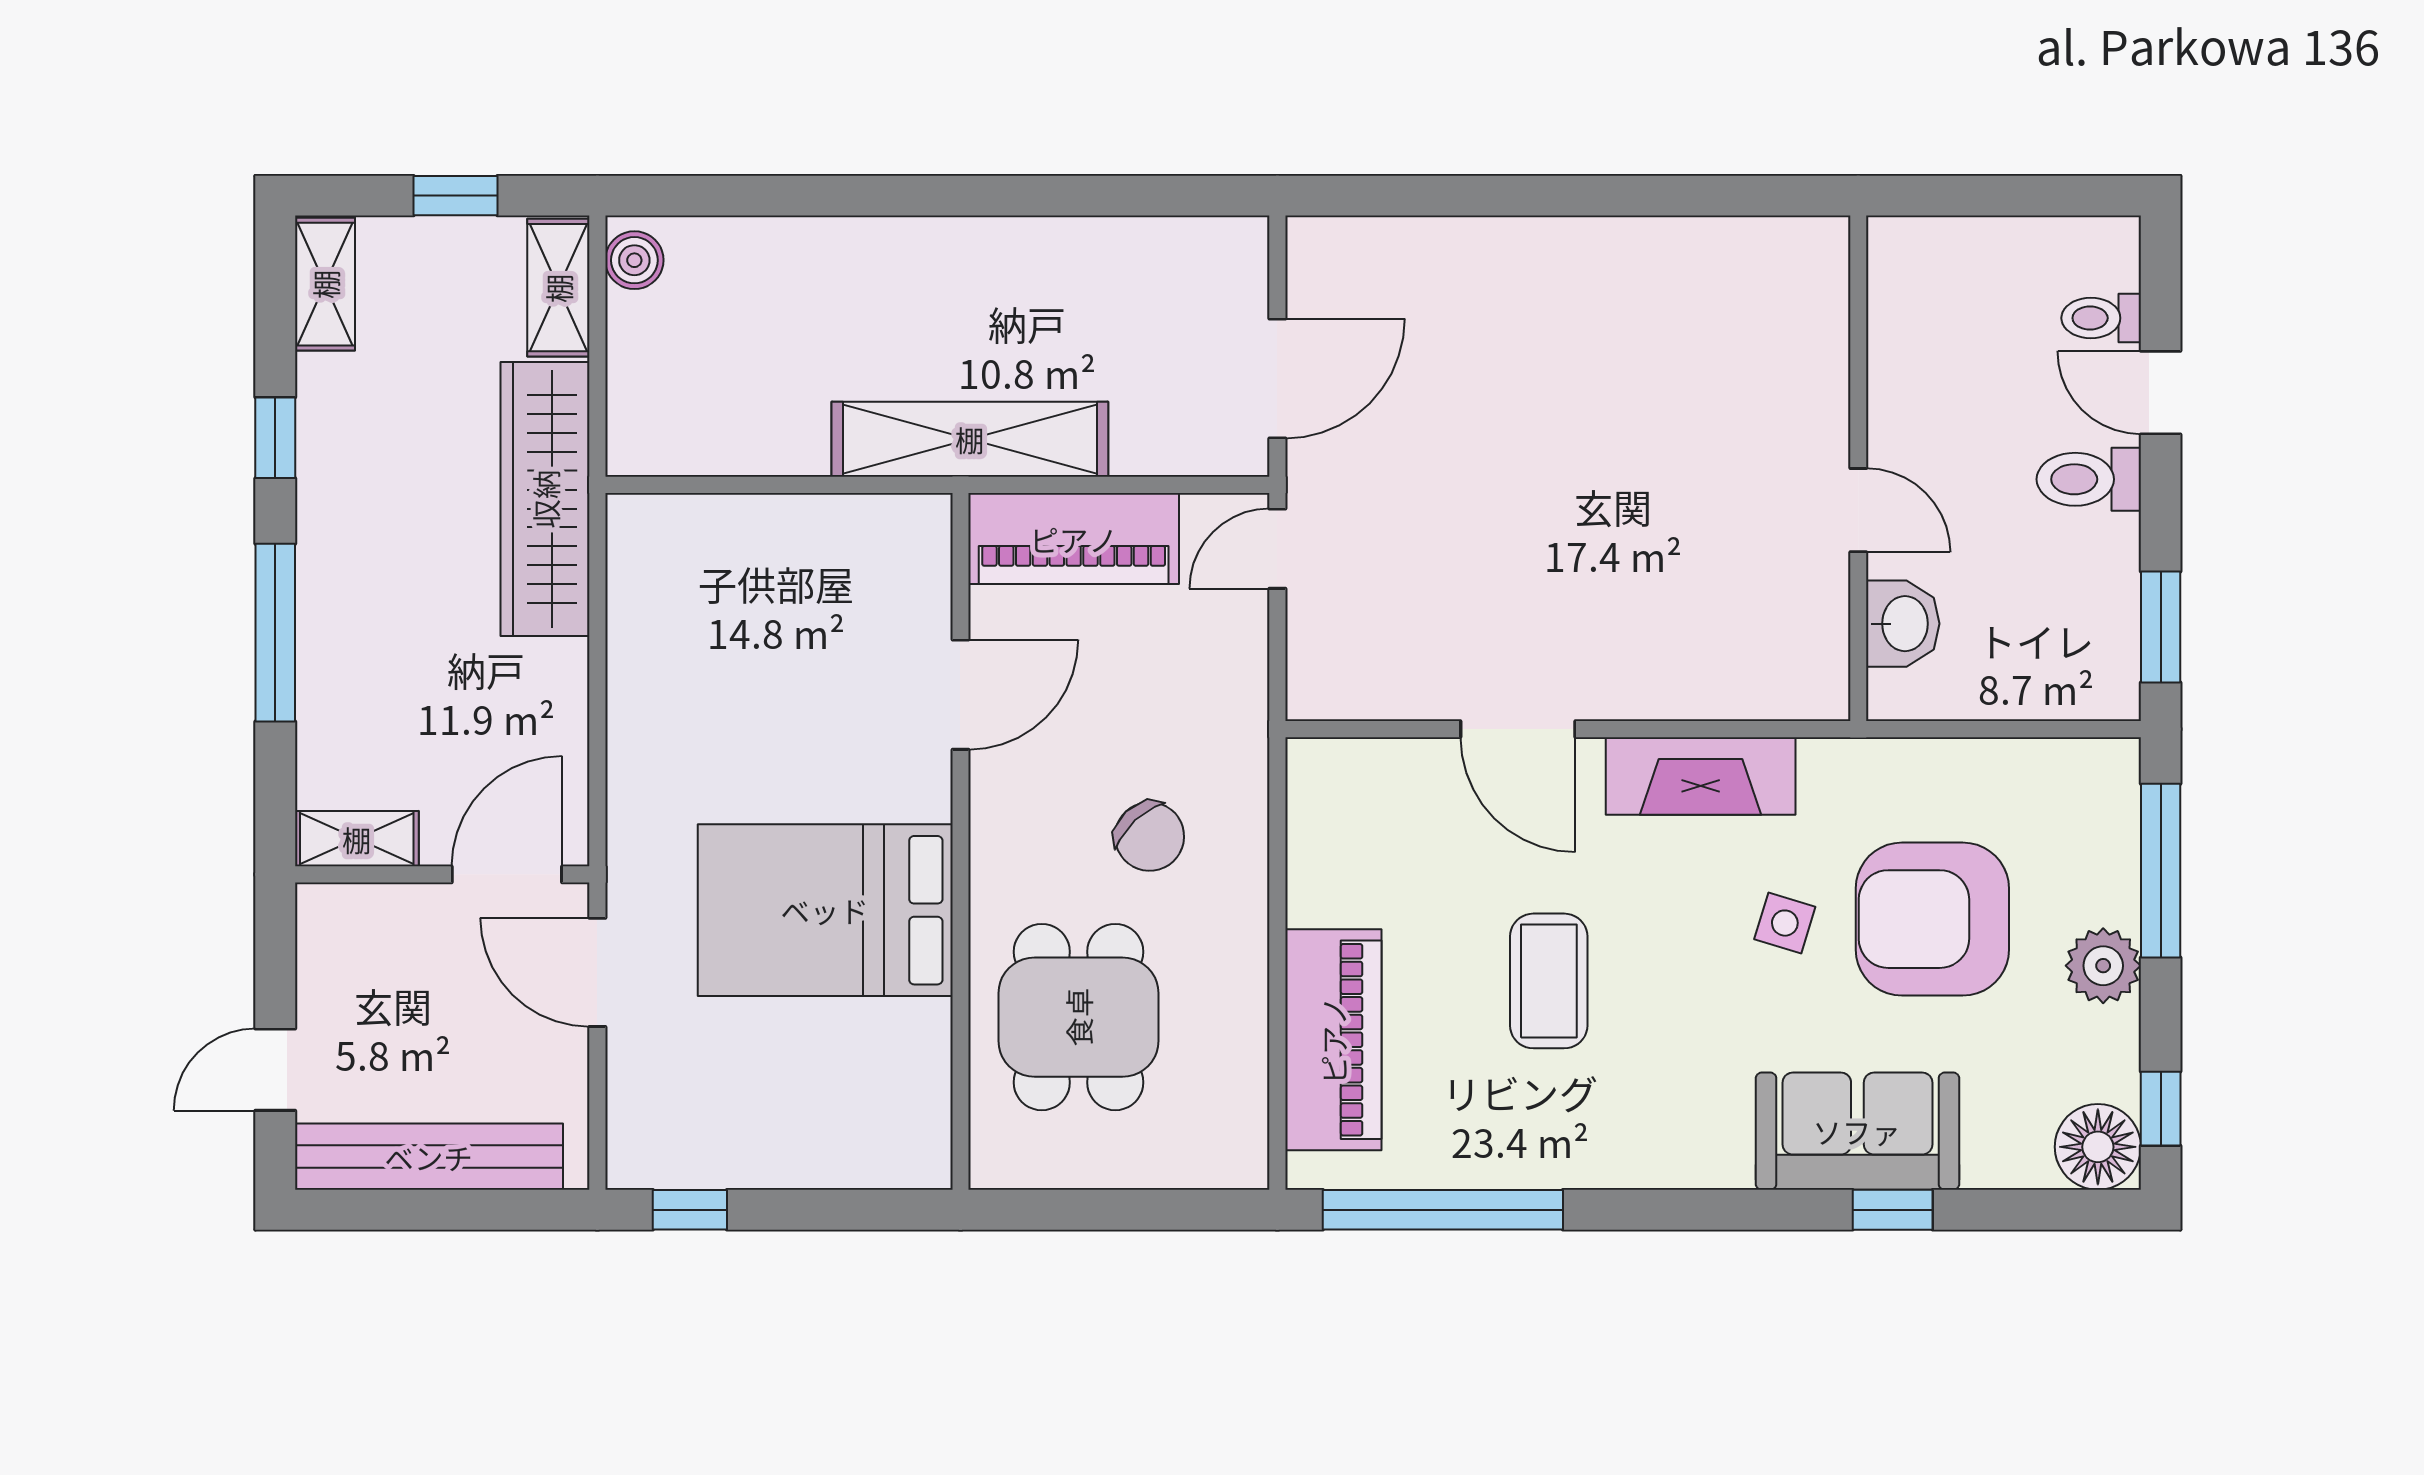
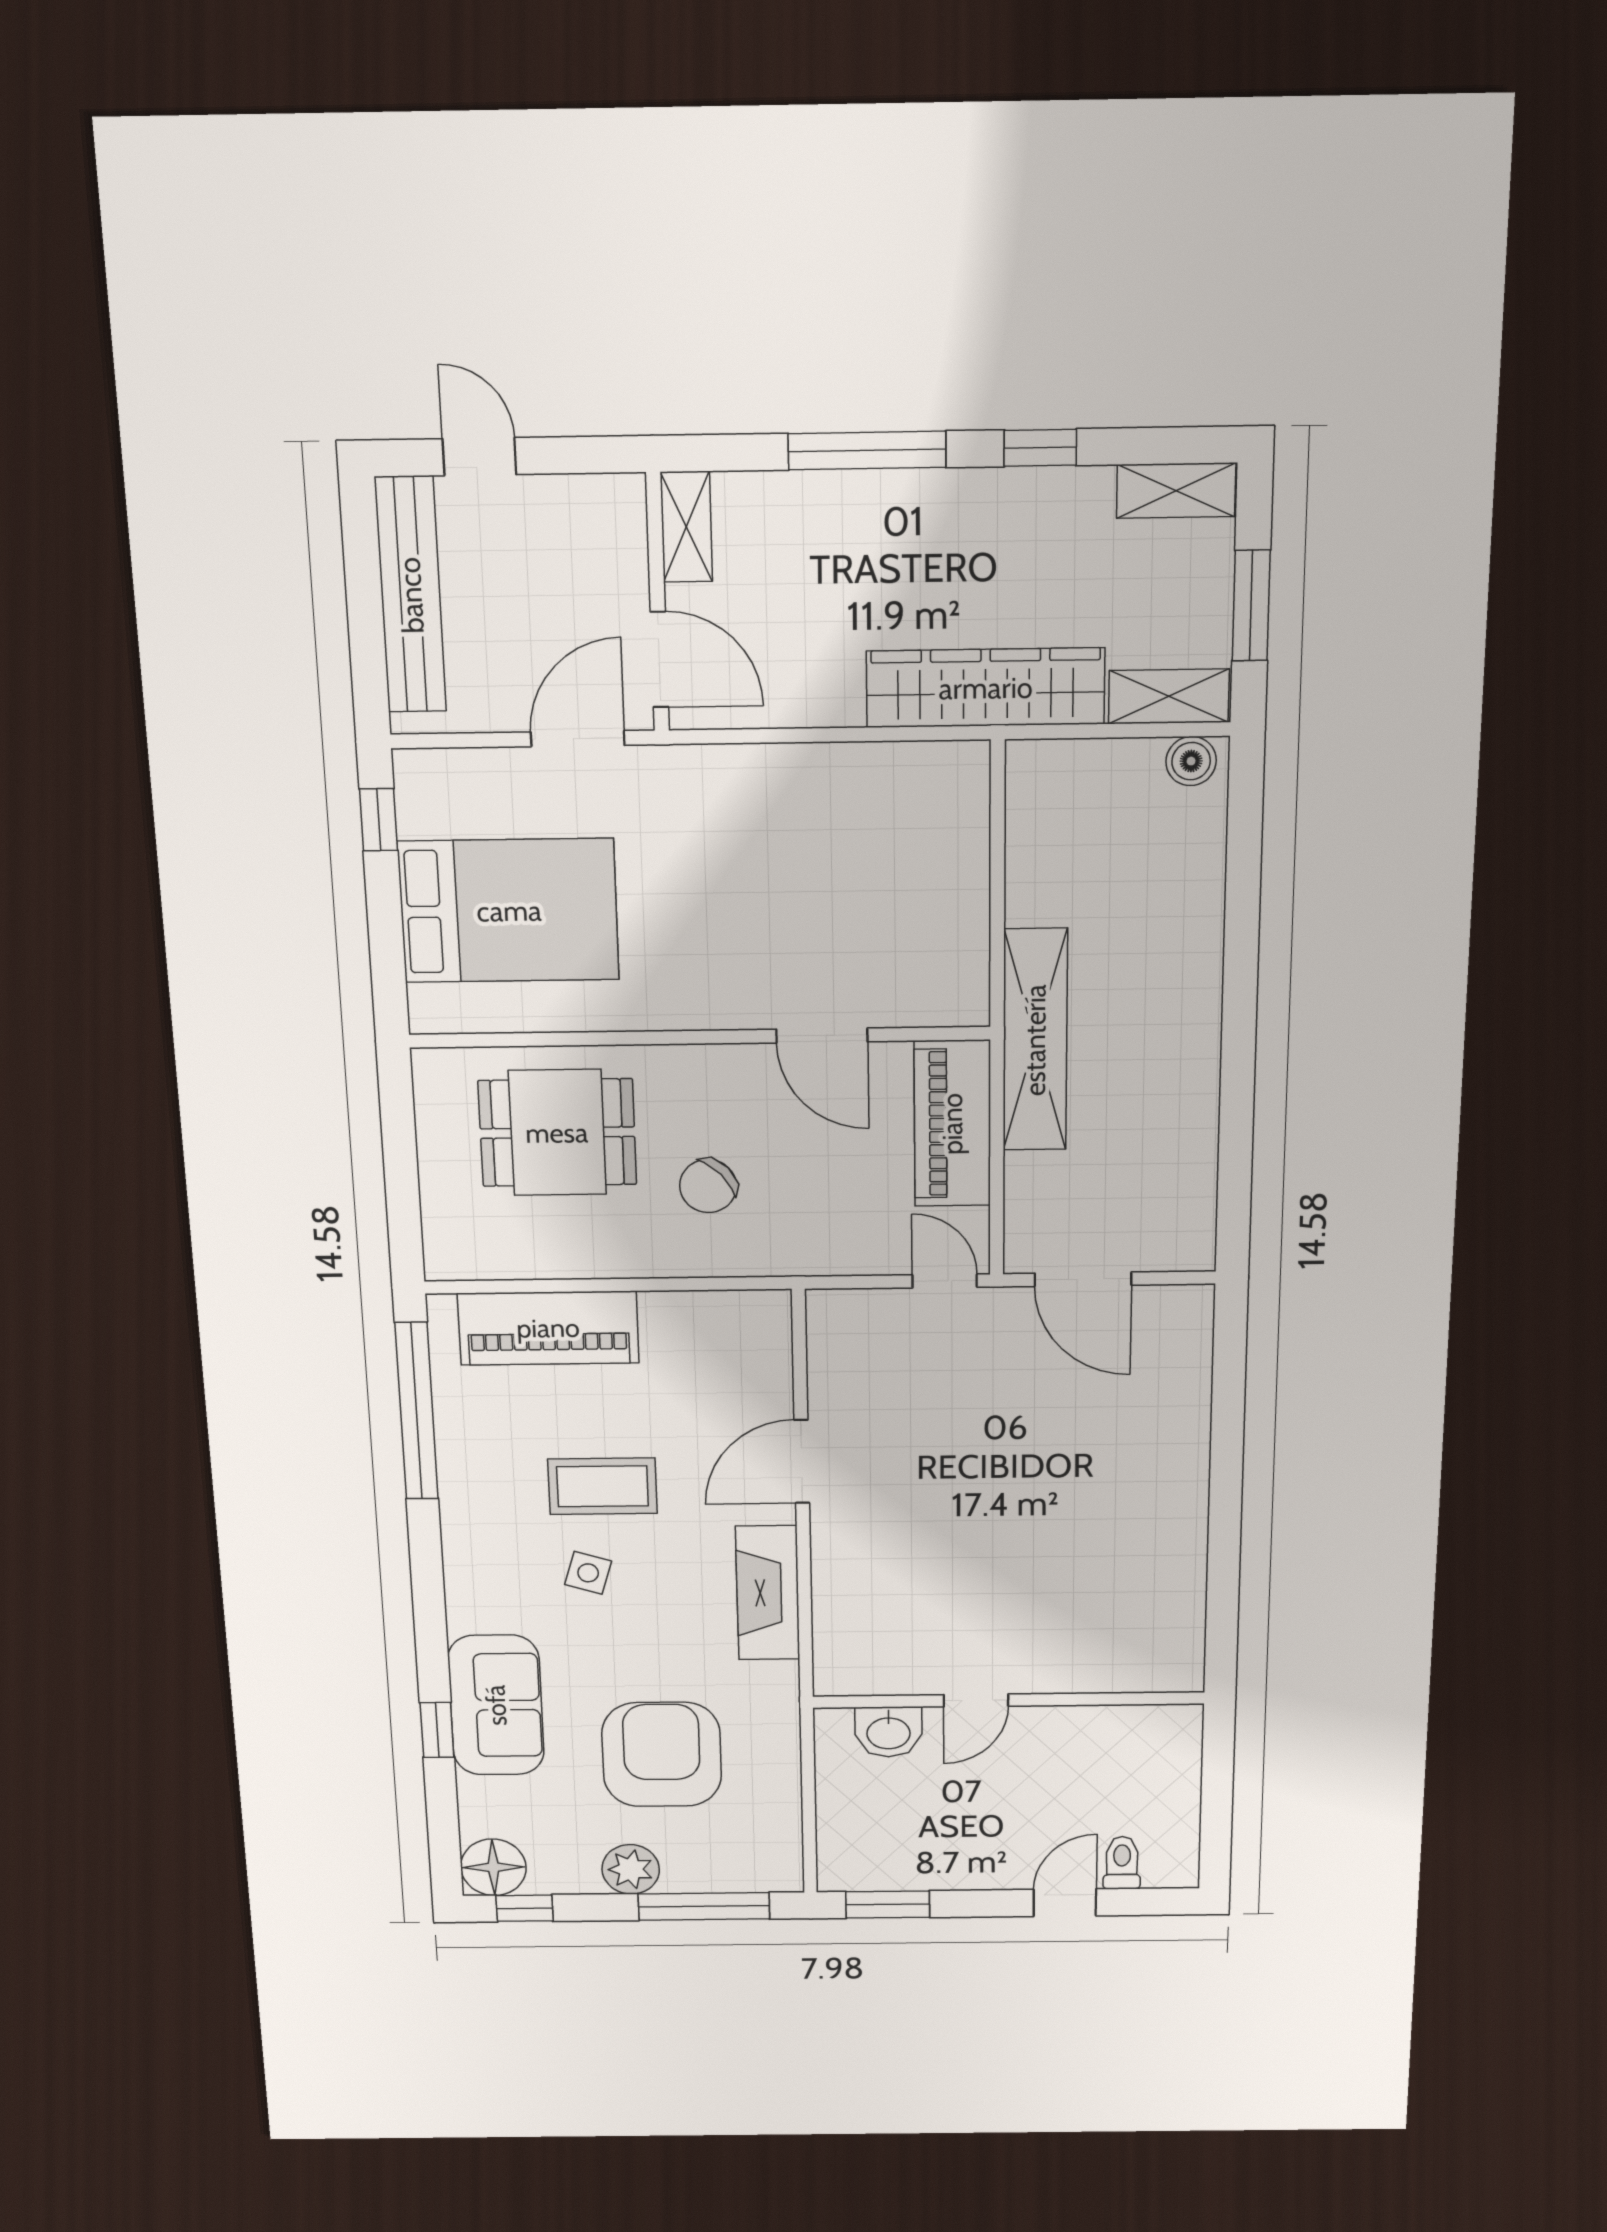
window: (456, 196) -> (1251, 606), width x1.50
toilet: (2089, 479) -> (999, 1856), removed
bed: (825, 910) -> (509, 911), moved, turned 90
side table: (1785, 923) -> (588, 1573), moved

